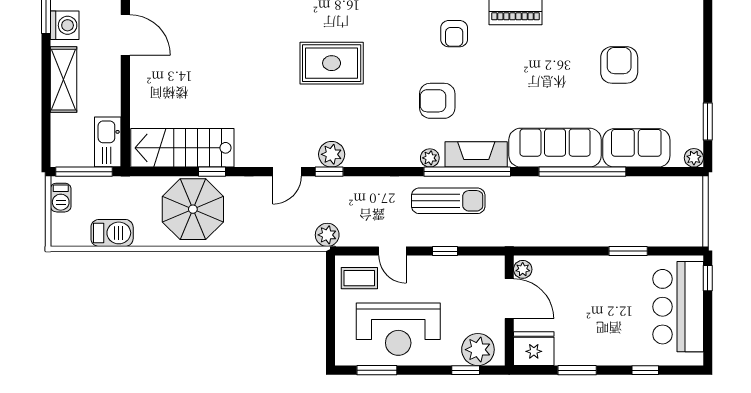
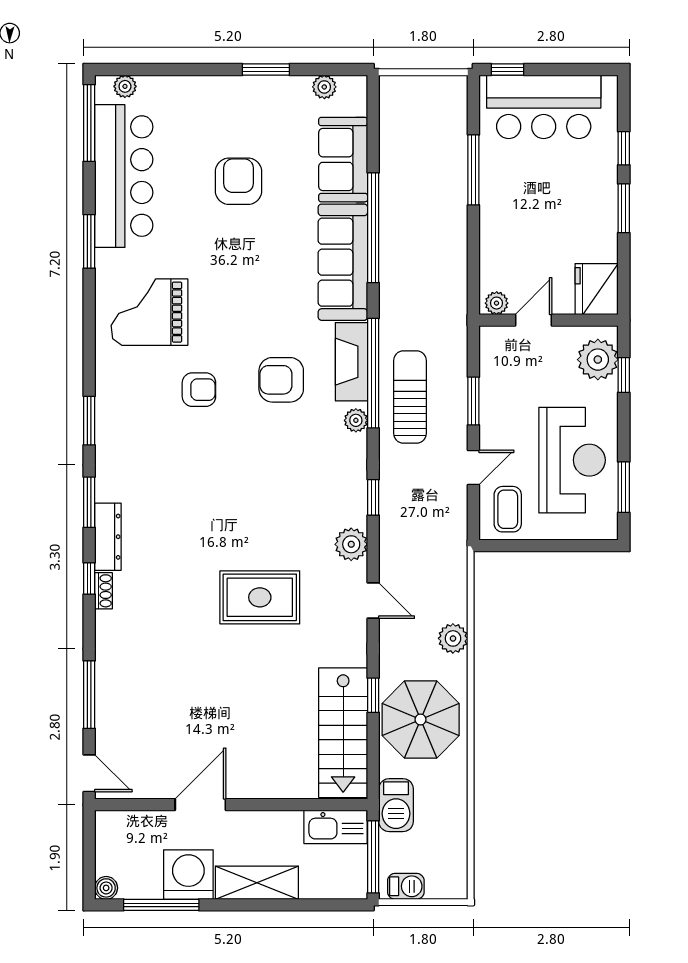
washing machine: (65, 25) -> (188, 875), width x1.37, depth x1.37
rug: (332, 63) -> (260, 597), moved, turned 90
armchair: (619, 65) -> (238, 181), turned 90
armchair: (437, 101) -> (281, 380), moved, turned 90
window: (708, 122) -> (266, 69), moved
plant: (694, 158) -> (324, 87), moved
window: (329, 172) -> (373, 497), moved
barbecue: (112, 233) -> (396, 805), moved, turned 180
plant: (327, 235) -> (453, 638), moved
window: (445, 251) -> (473, 401), width x1.50
window: (628, 251) -> (473, 170), width x1.44
door: (509, 299) -> (533, 320), width x0.73
window: (577, 370) -> (624, 208), moved

